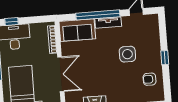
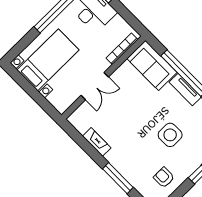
double door: (61, 74) -> (95, 86), width x0.73

